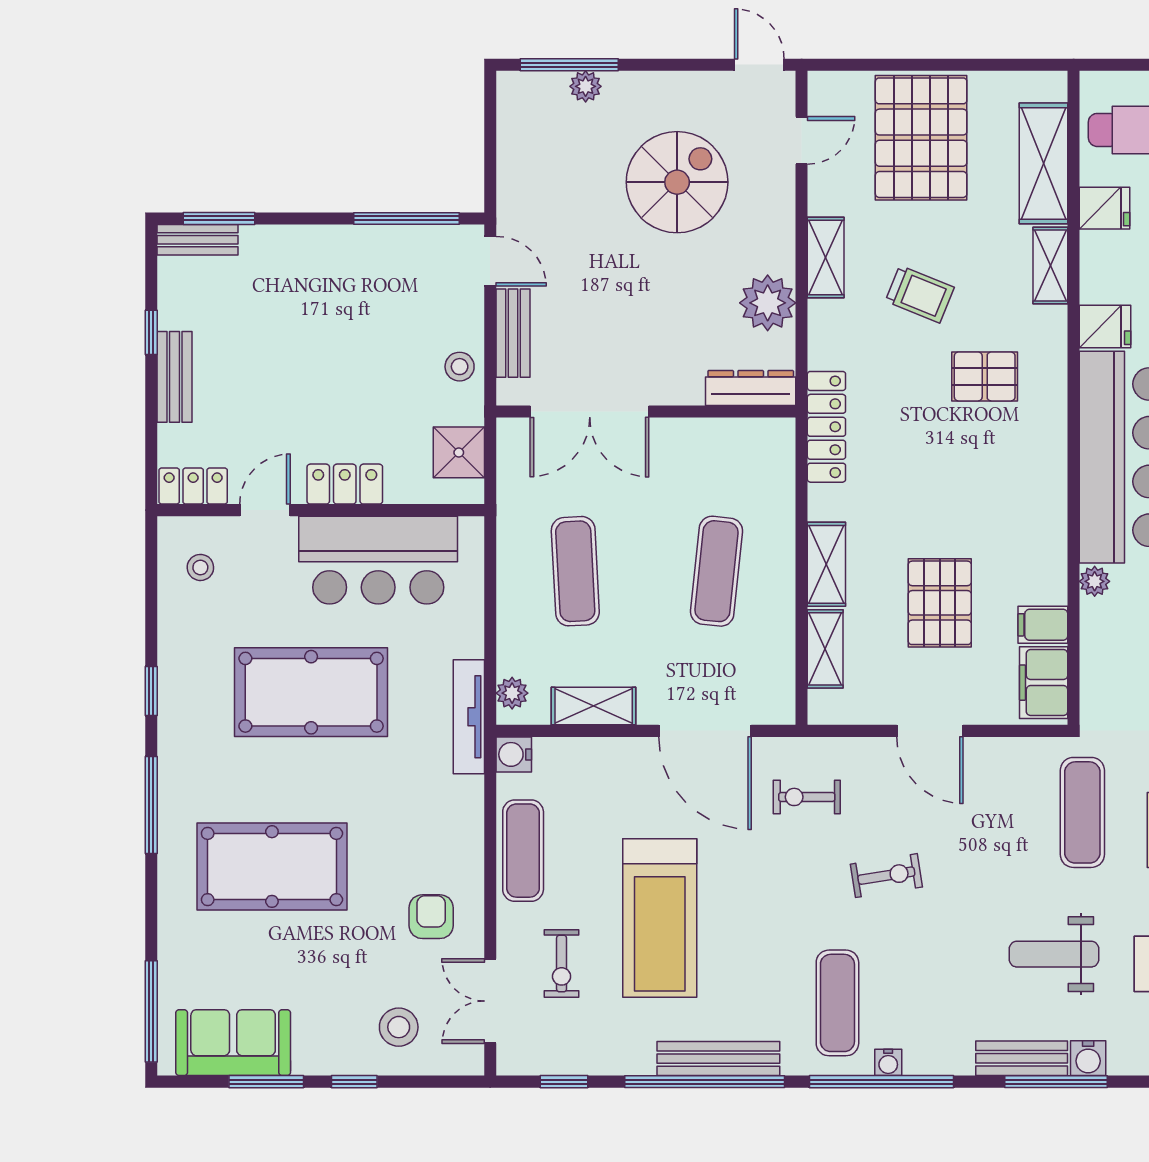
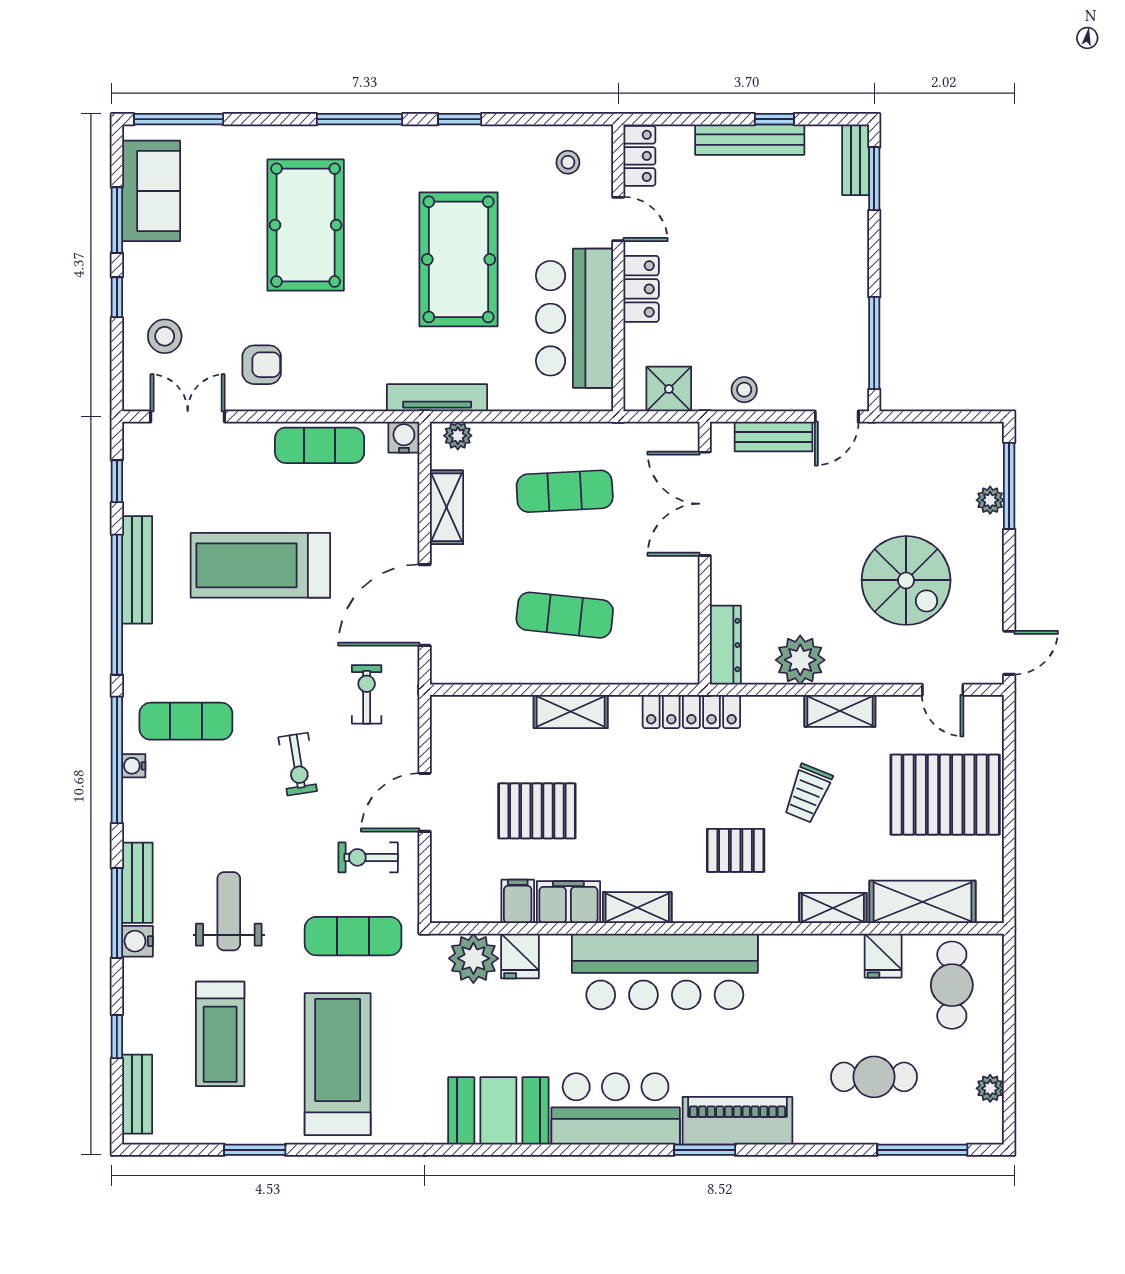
fridge: (1105, 326) -> (520, 956), moved
pallet: (985, 376) -> (736, 850), turned 90
bench: (175, 377) -> (750, 140), width x1.36
plant: (1095, 581) -> (473, 958), moved, width x1.87, depth x1.87
shelving: (825, 649) -> (637, 908), moved
filing cabinet: (1044, 683) -> (568, 902), moved
exercise bike: (562, 964) -> (368, 857), moved
bench: (718, 1059) -> (137, 570), moved

